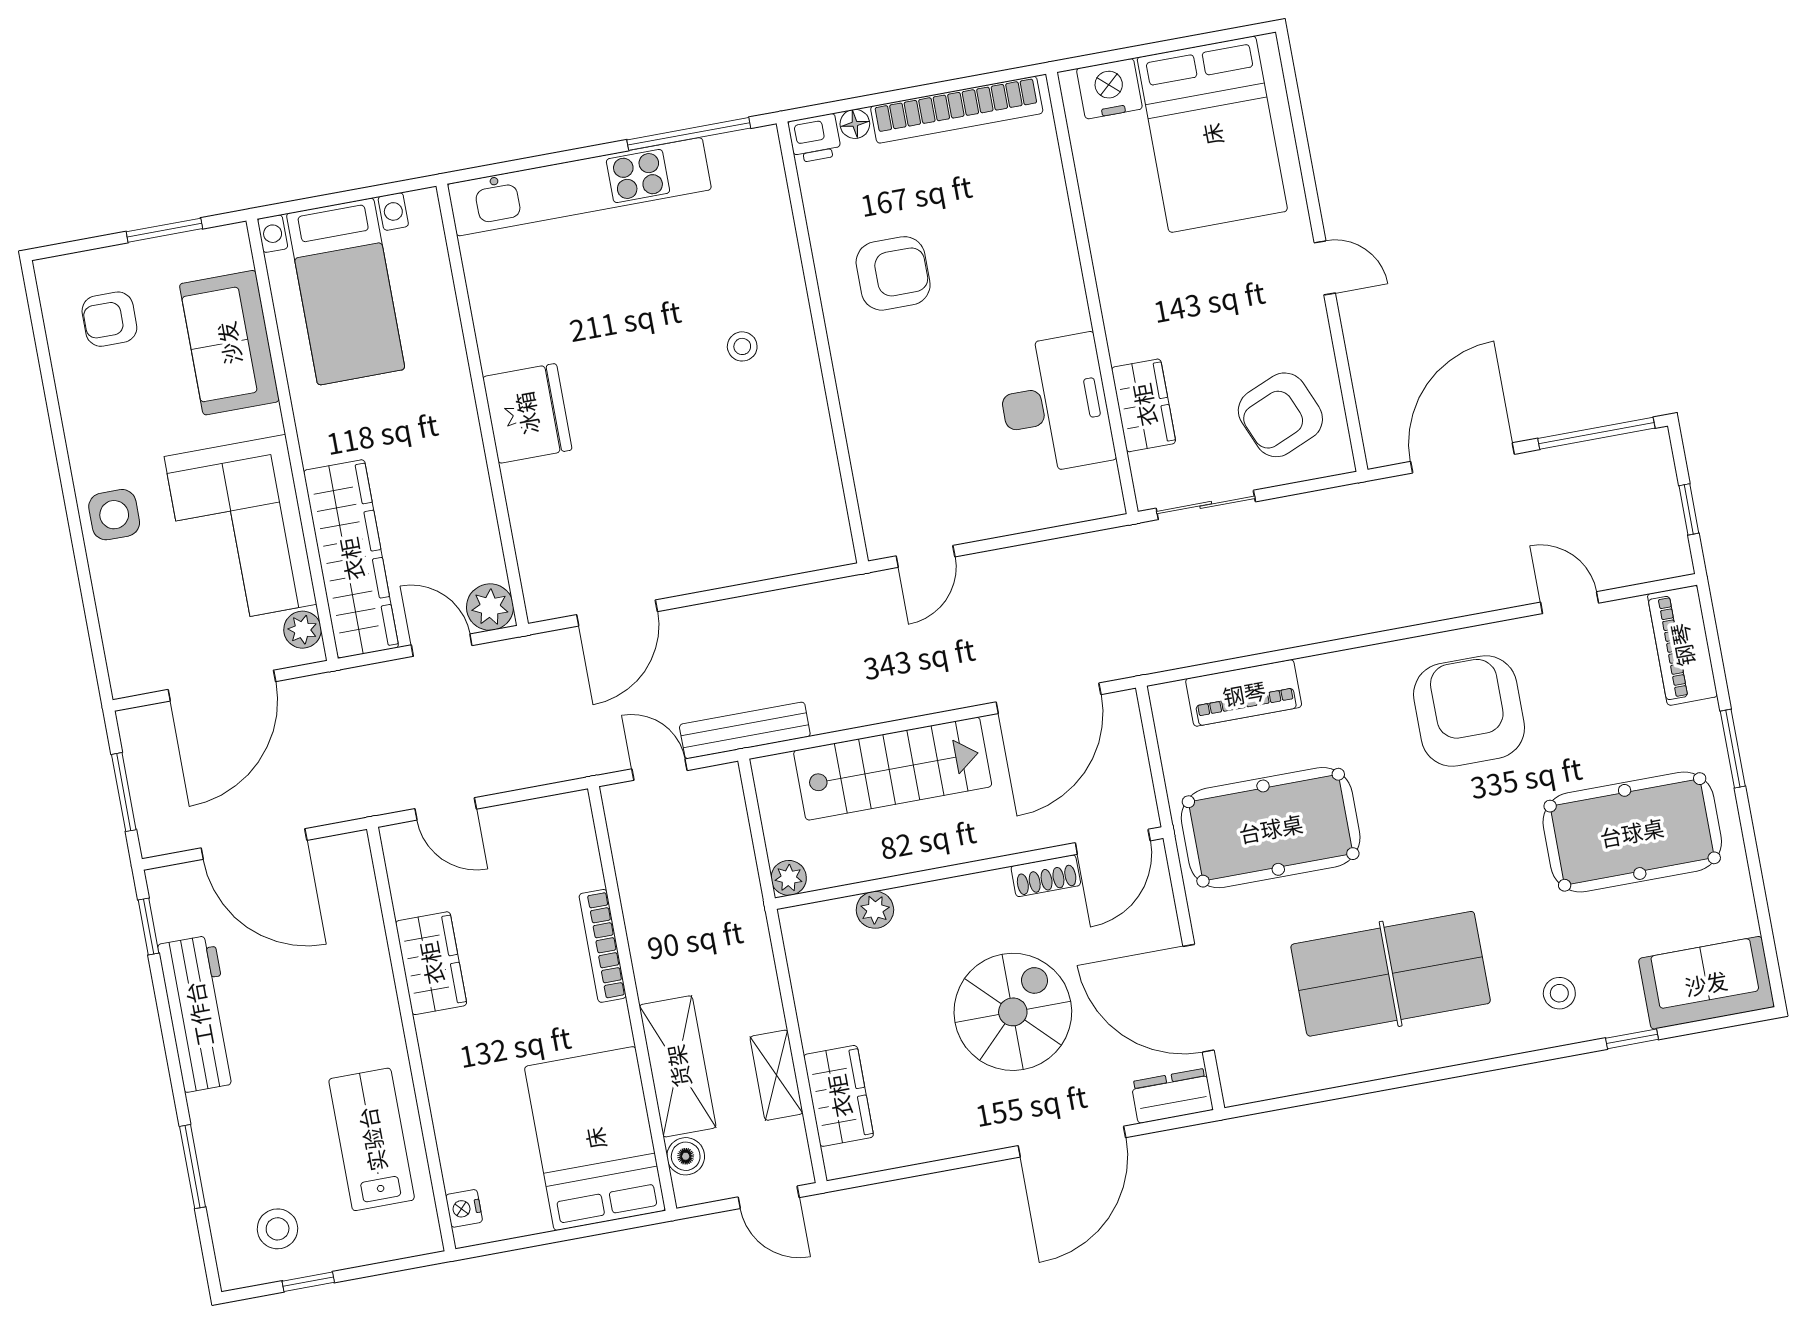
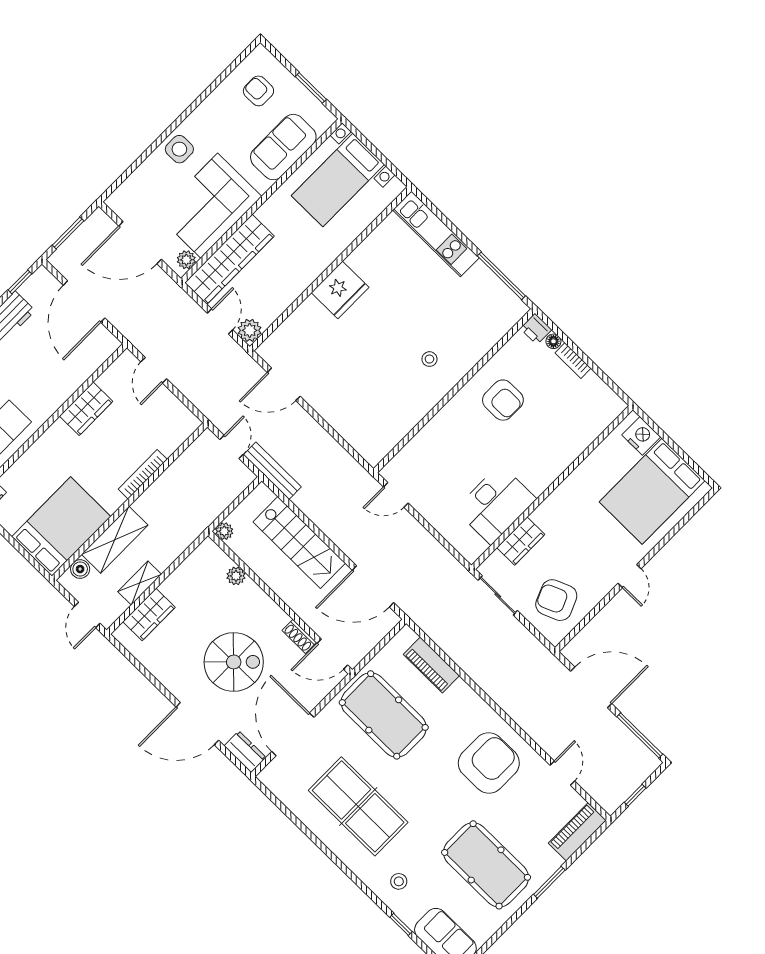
bookcase: (957, 110) -> (573, 361), width x0.43, depth x0.76
kitchen unit: (579, 187) -> (436, 234), width x0.73

